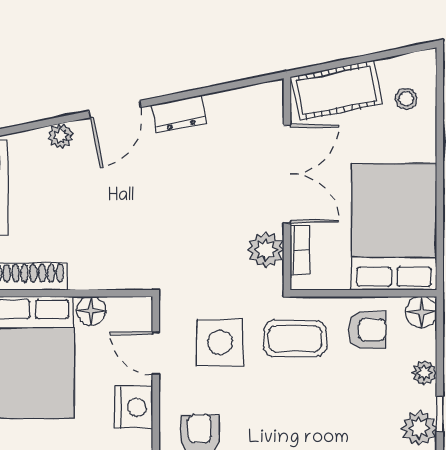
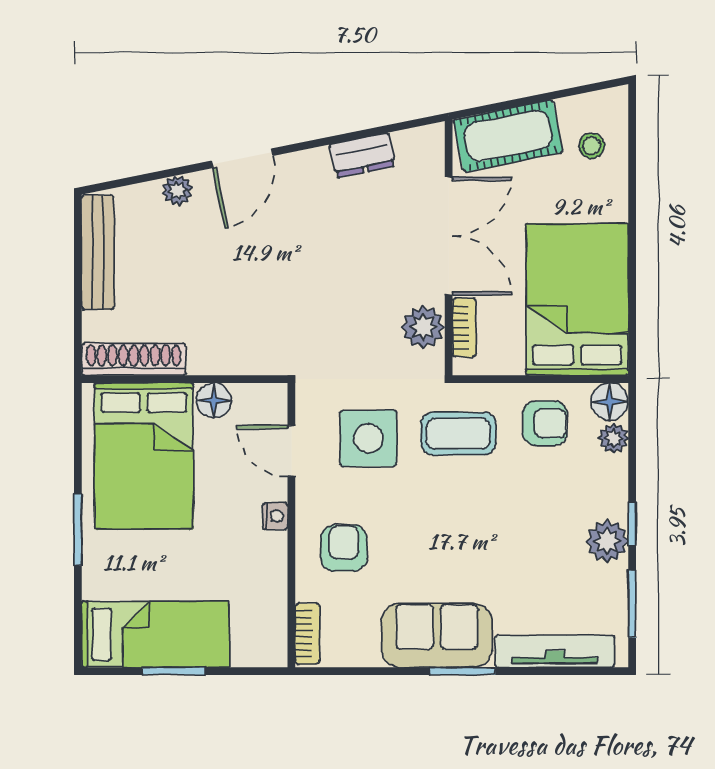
dresser: (179, 114) -> (362, 155), moved
plant: (424, 373) -> (614, 438), moved
nightstand: (134, 407) -> (275, 516), width x0.53, depth x0.56

